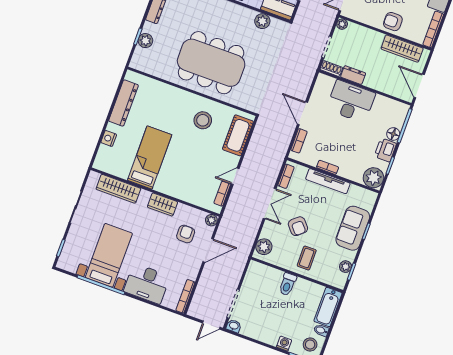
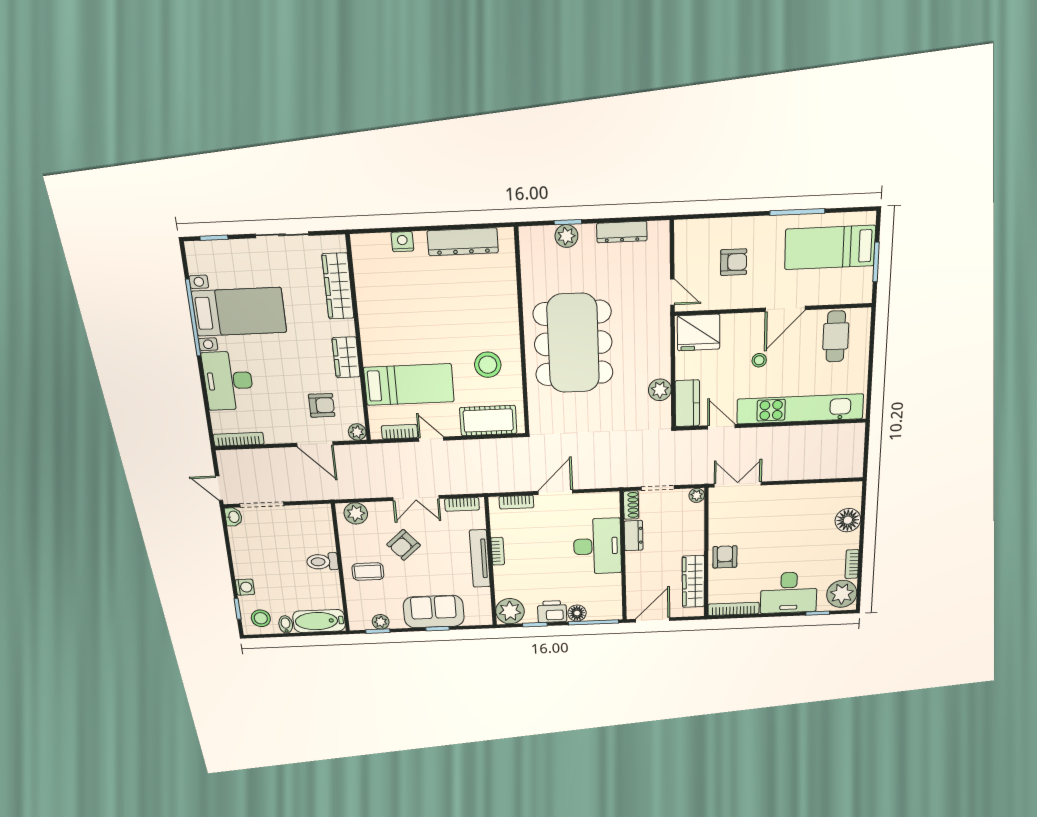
bed: (150, 158) -> (409, 385), moved

